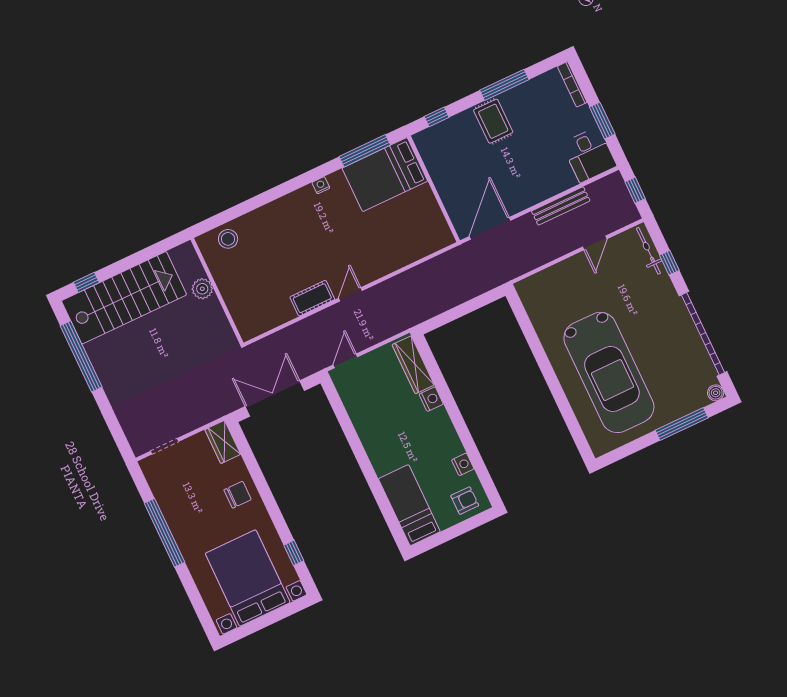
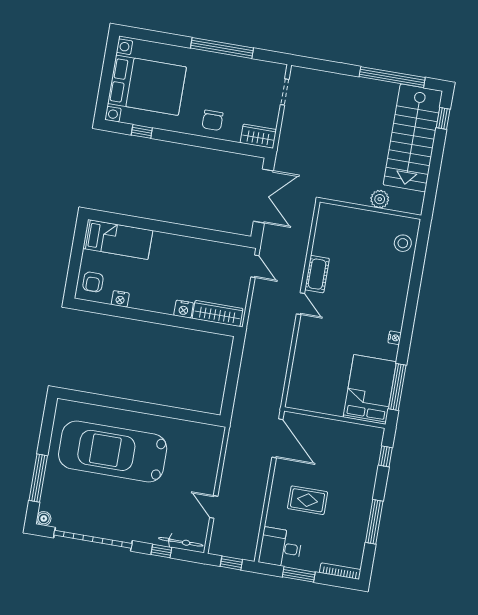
rug: (493, 121) -> (308, 500), moved
bench: (561, 206) -> (258, 501), removed

